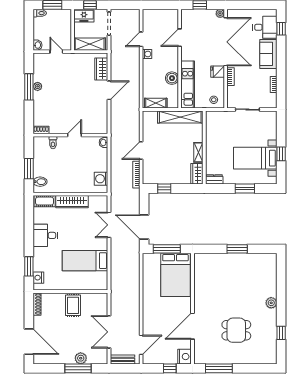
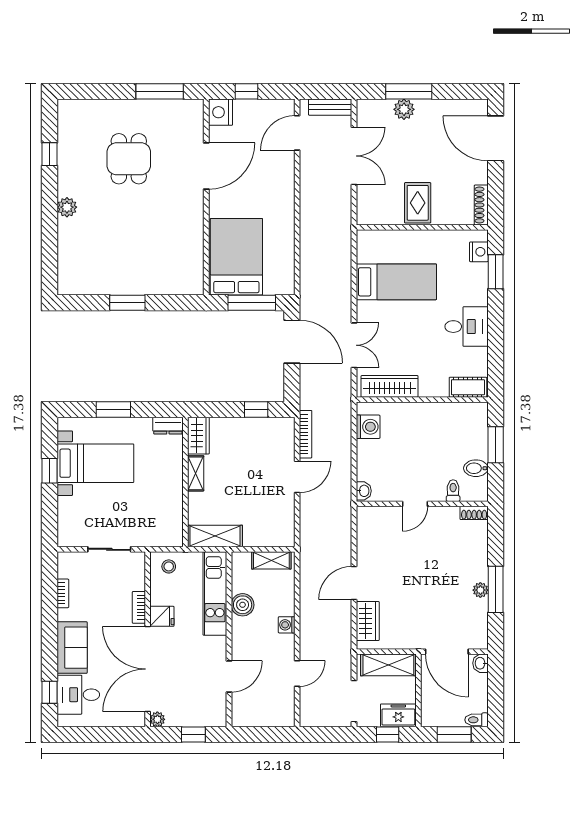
door: (56, 52) -> (447, 652), width x1.88
washing machine: (147, 54) -> (287, 625), moved
shelving: (180, 117) -> (215, 536), width x0.68
bidet: (40, 182) -> (476, 468), moved
wardrobe: (72, 202) -> (390, 386), moved
dining table: (236, 330) -> (129, 159), turned 90

